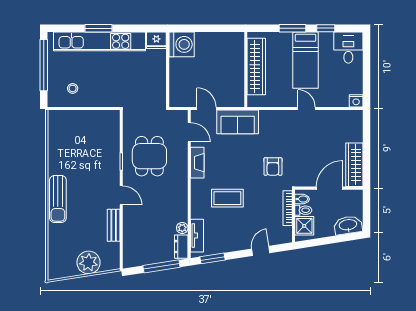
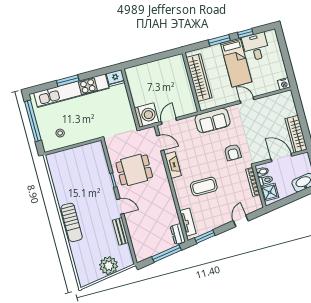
washing machine: (182, 44) -> (146, 115), moved
desk: (348, 48) -> (256, 47), moved
door: (206, 109) -> (169, 121), hinge flipped
sofa: (238, 122) -> (213, 120), moved
dining table: (149, 156) -> (134, 170), turned 90
door: (329, 188) -> (281, 157), hinge flipped
plant: (182, 228) -> (175, 219), removed

